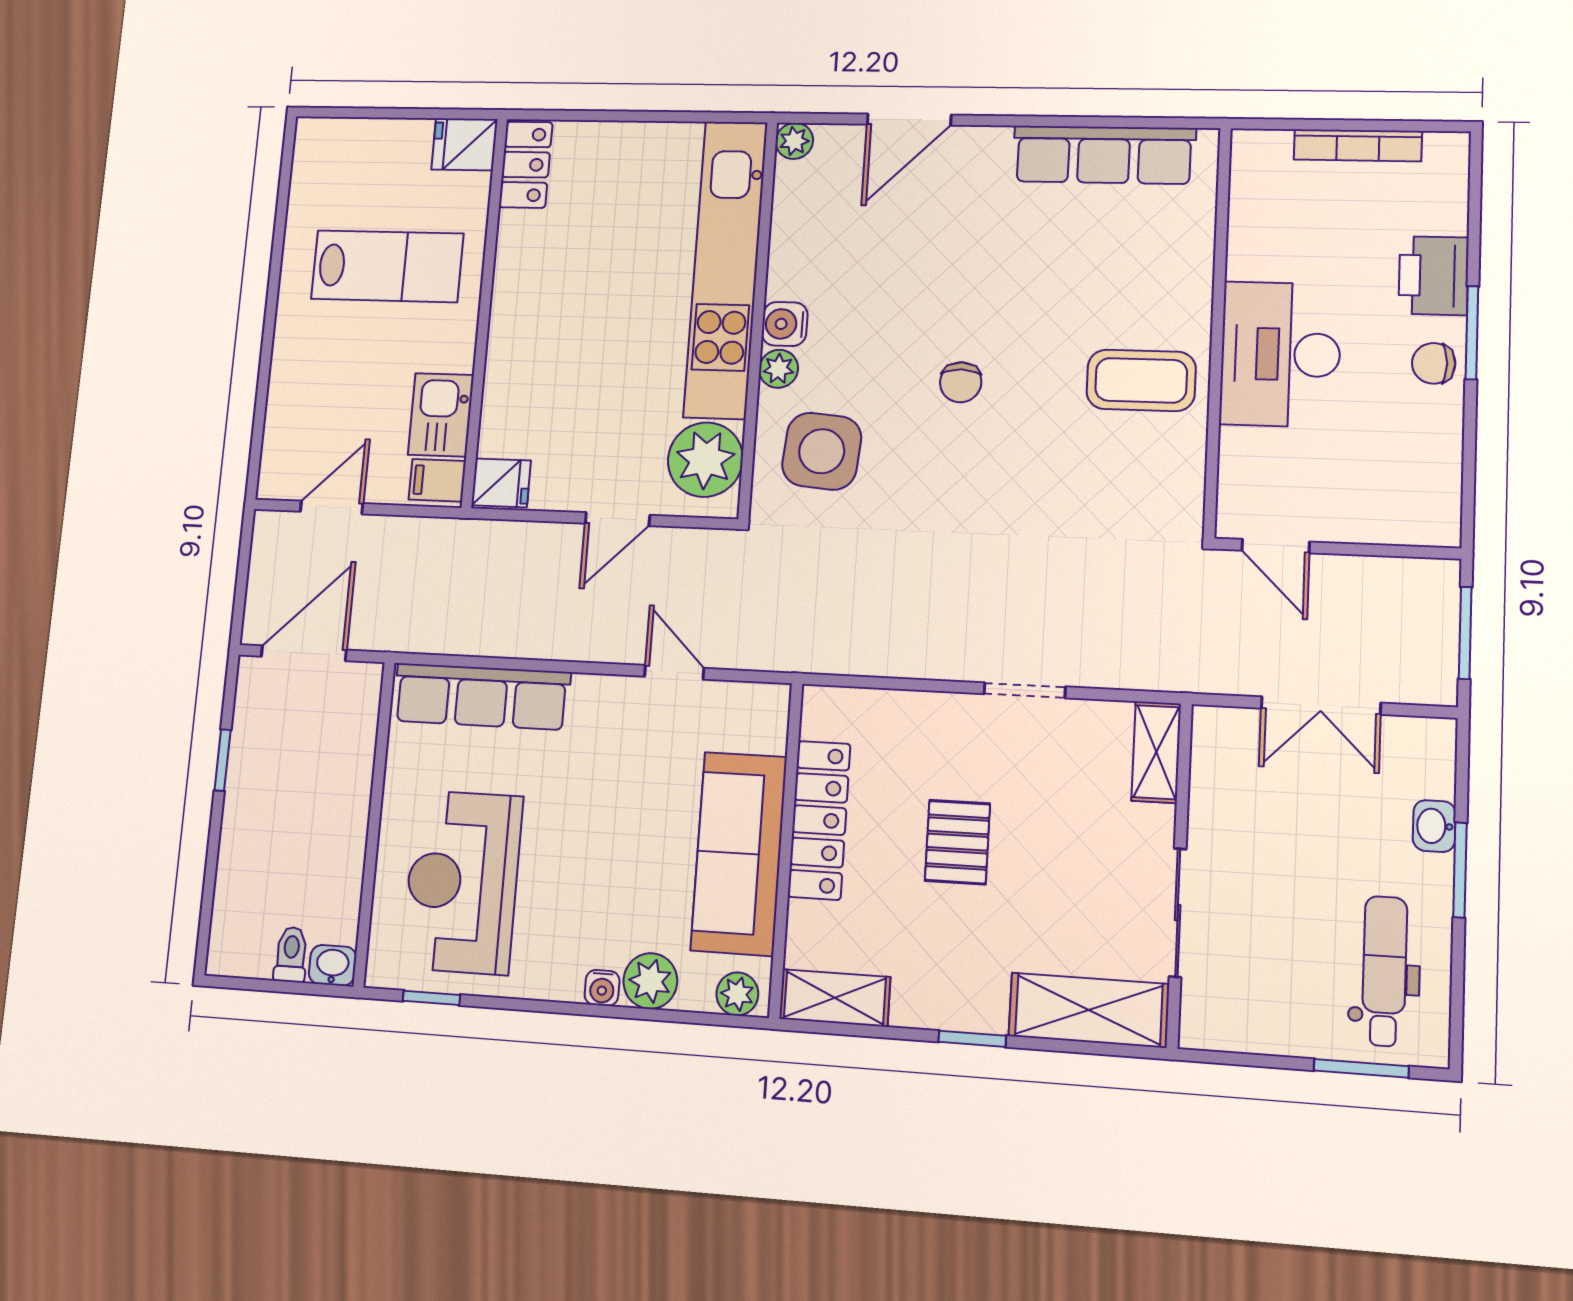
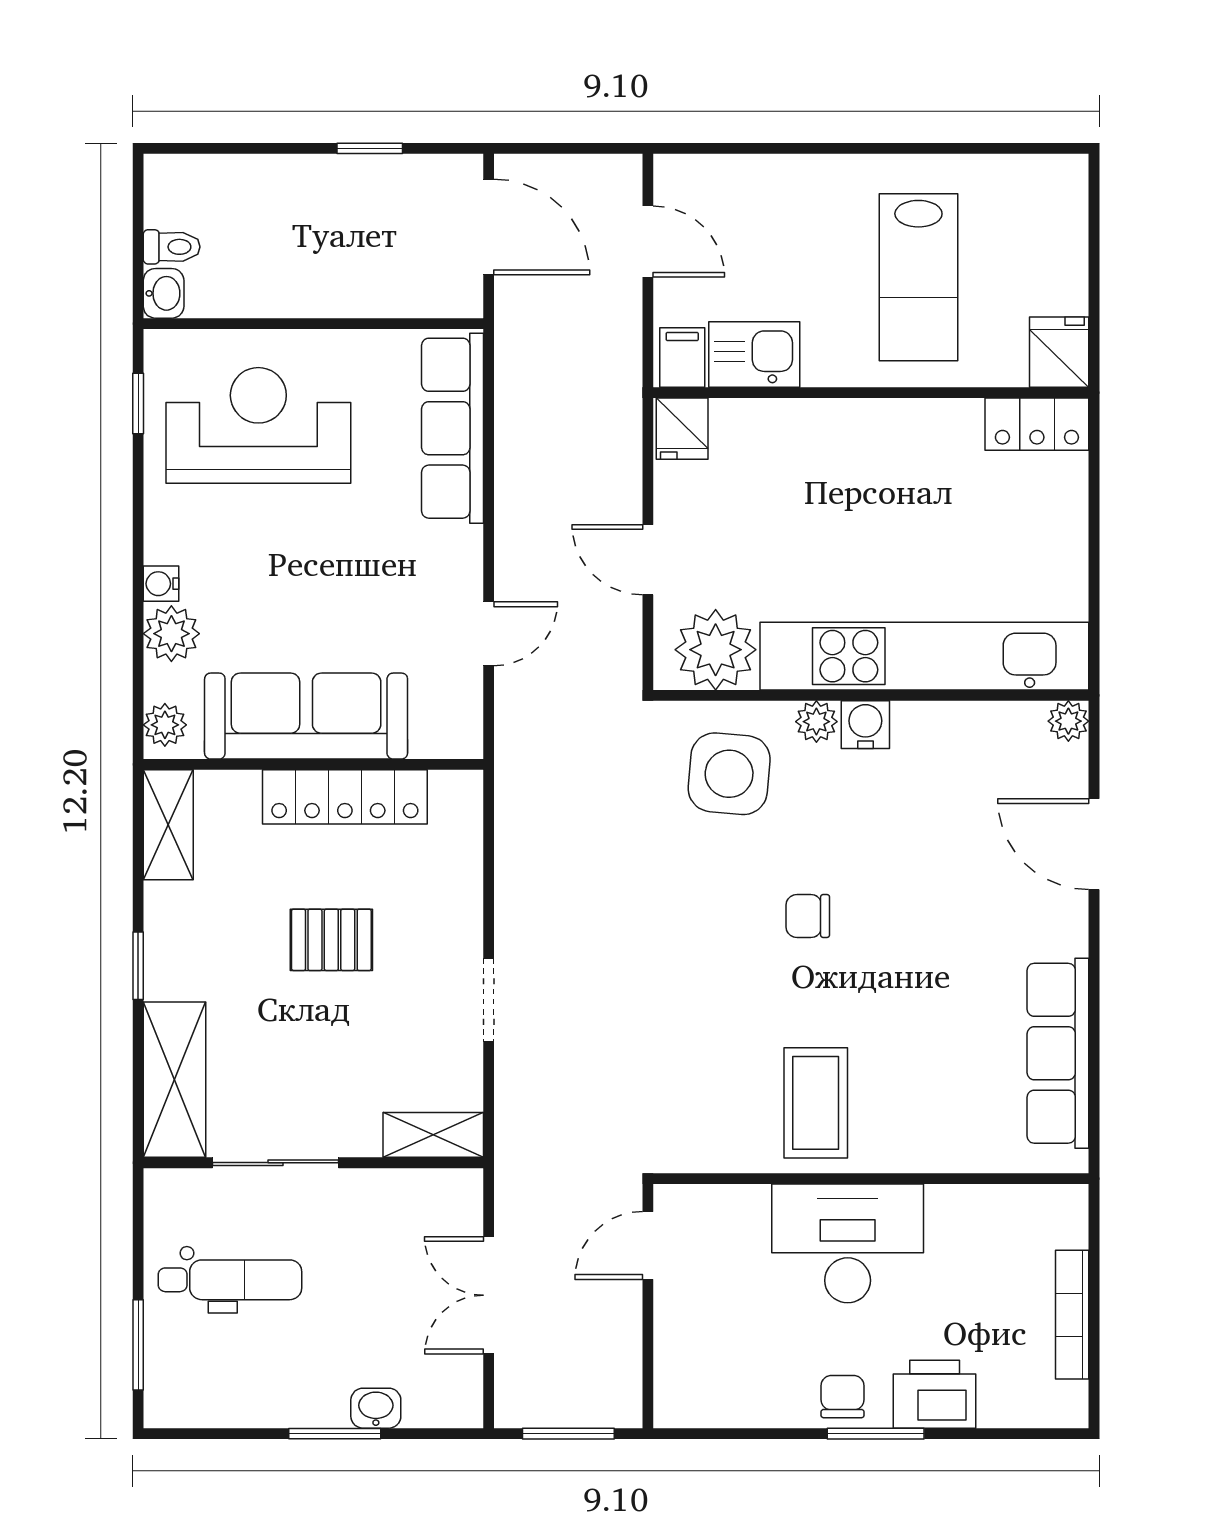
dental chair: (1384, 971) -> (230, 1280), moved

